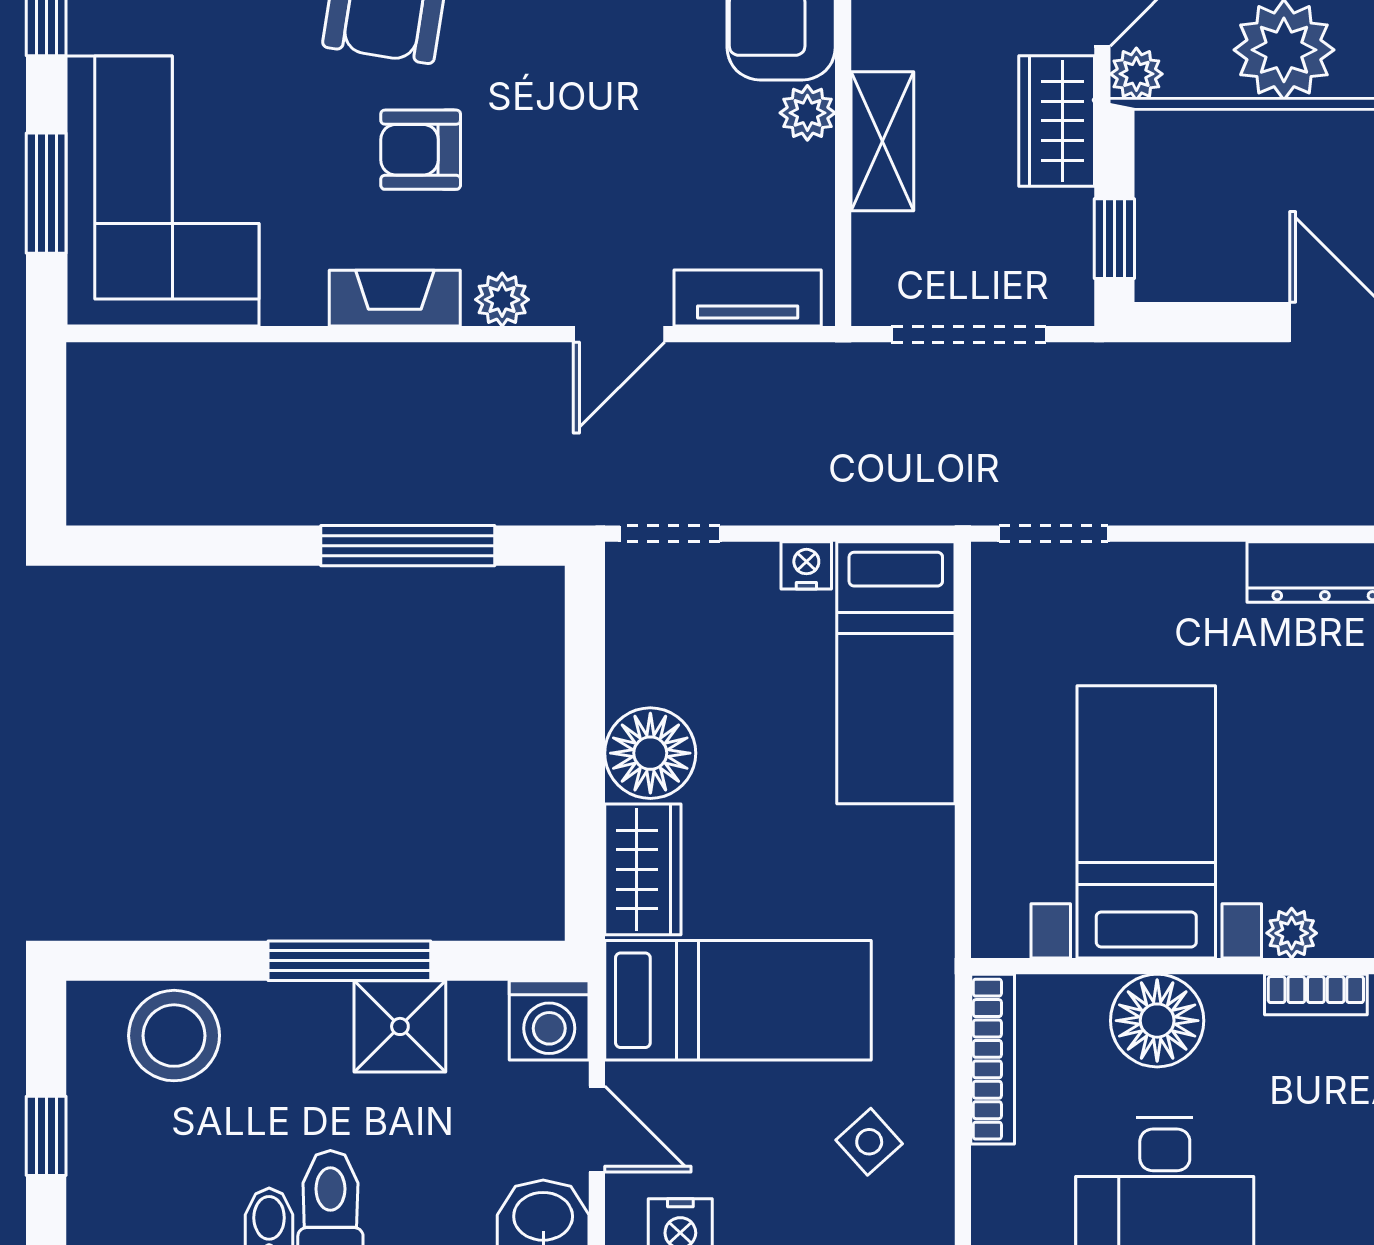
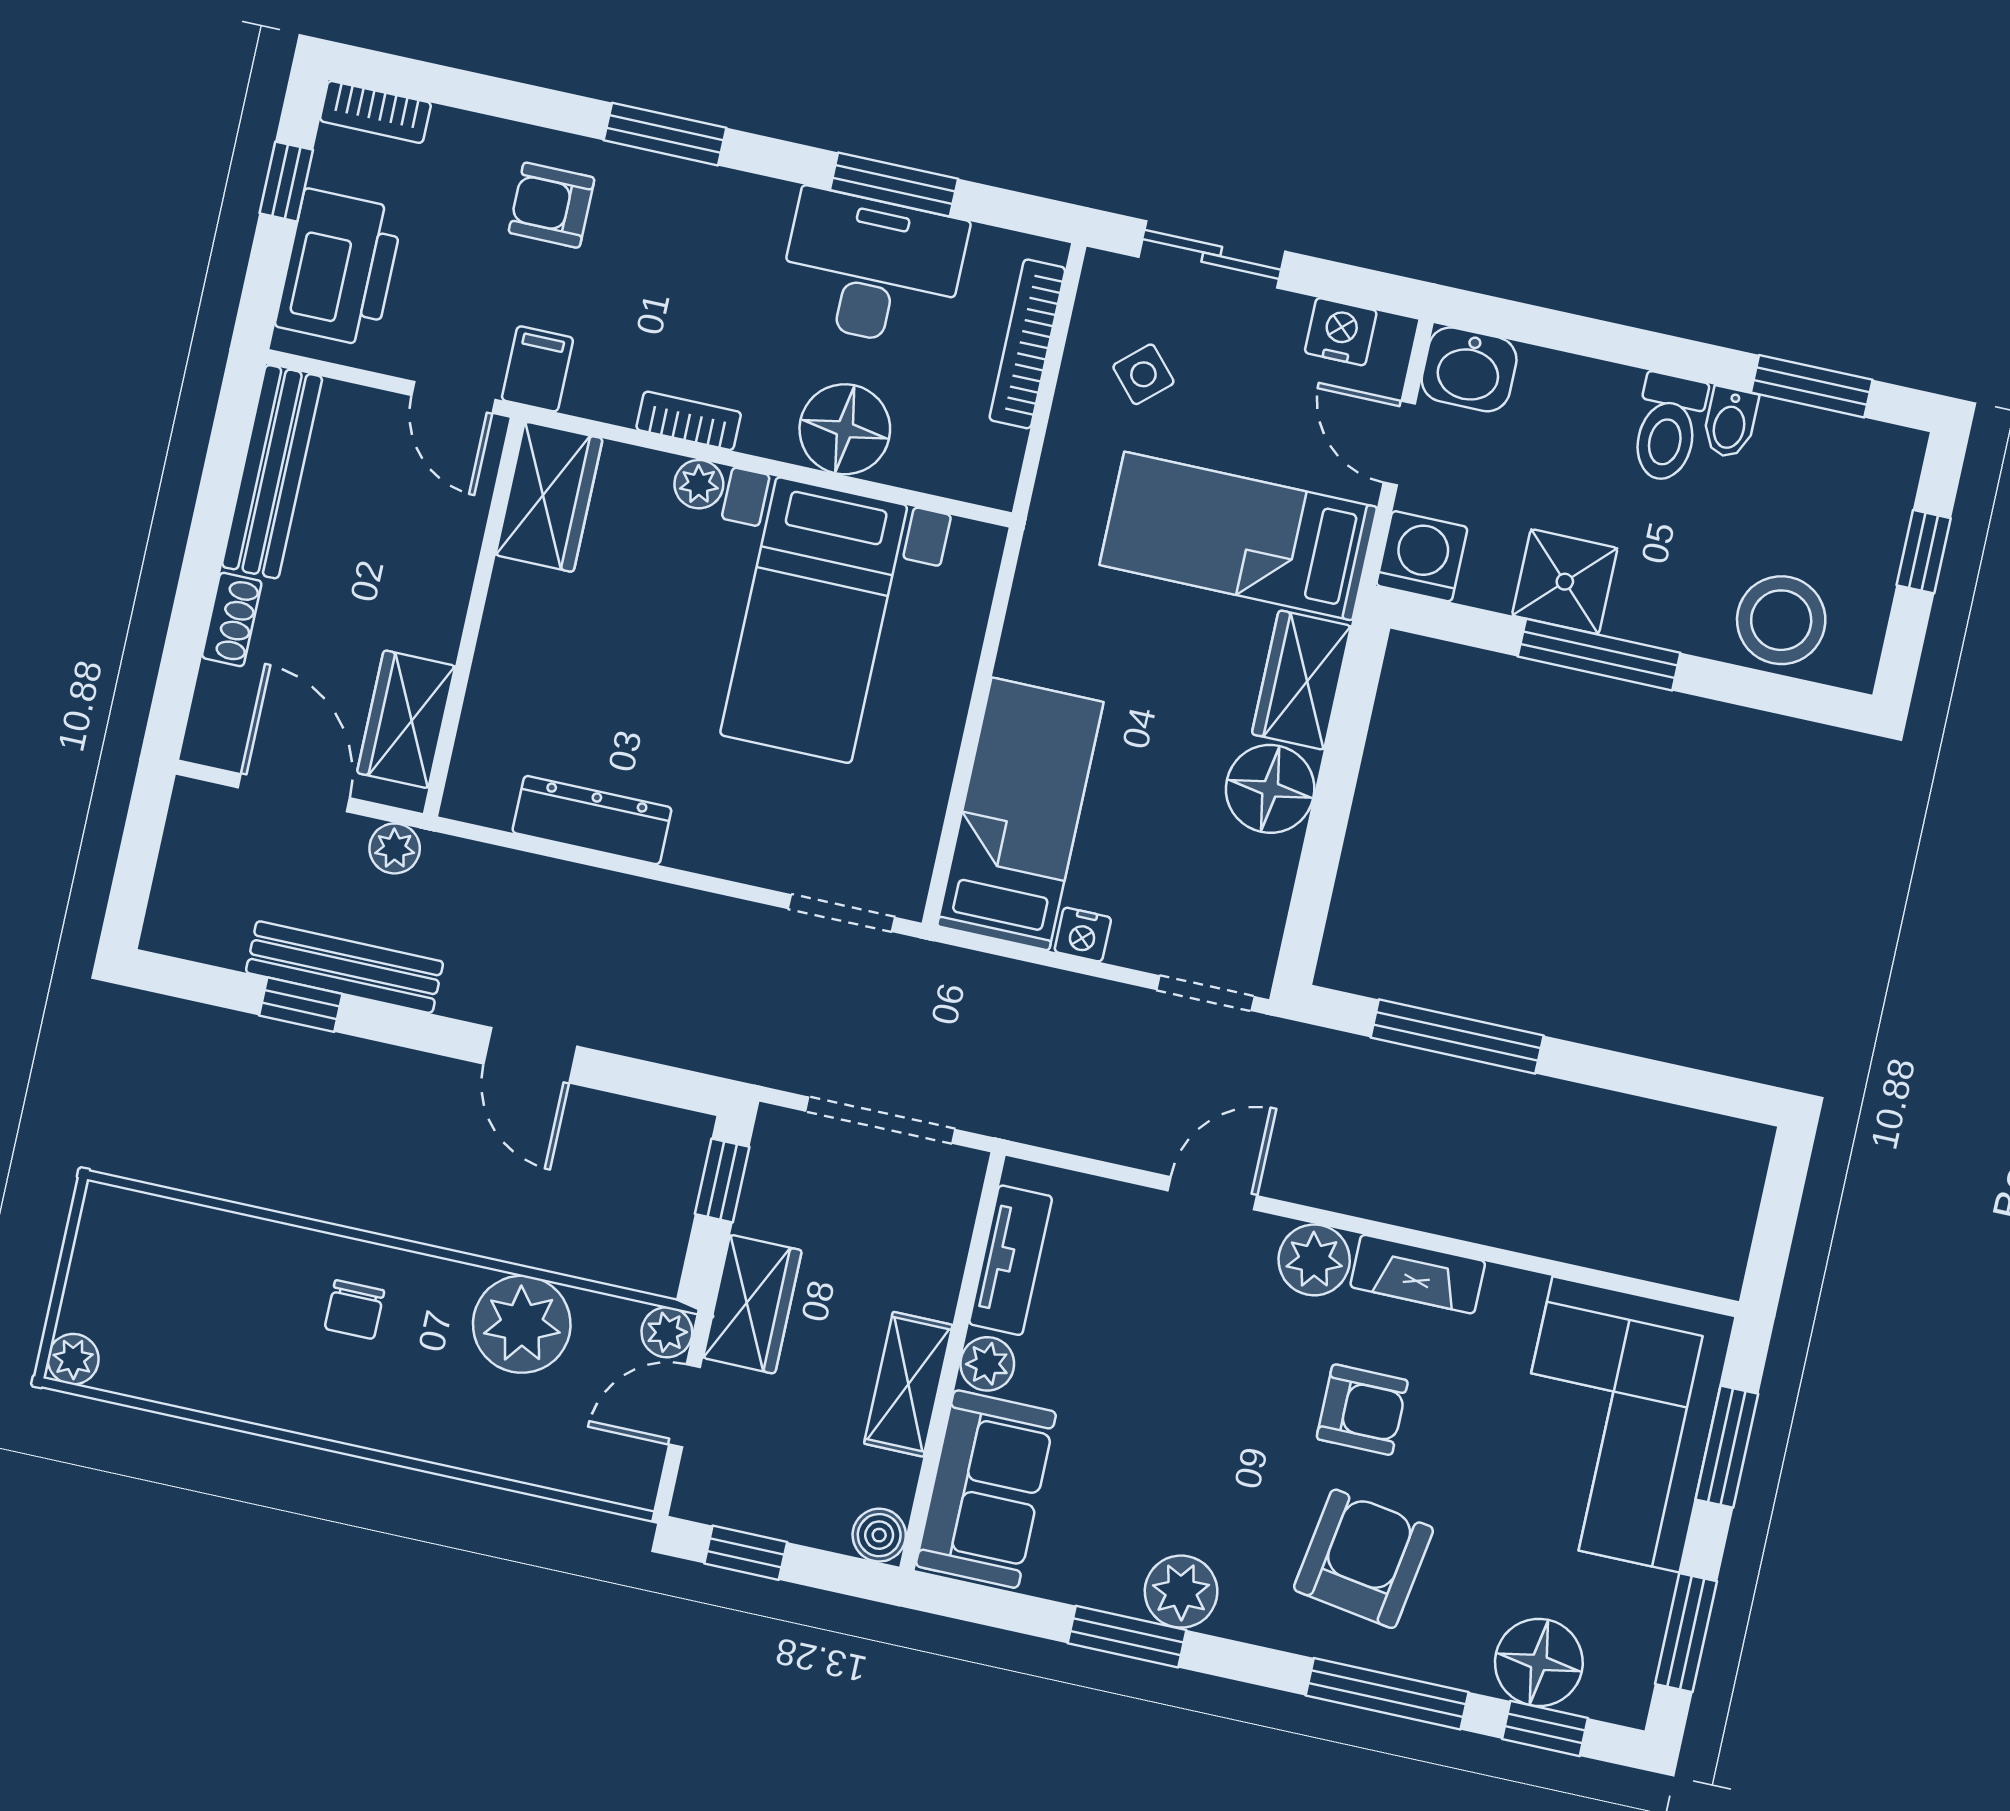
shelving: (882, 141) -> (908, 1384), moved
tv unit: (748, 298) -> (1011, 1260), moved, turned -90
plant: (502, 300) -> (1314, 1260), width x1.38, depth x1.38
bookcase: (993, 1059) -> (1027, 344), moved

